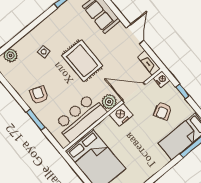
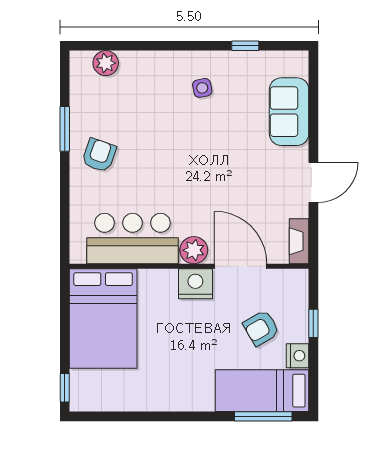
side table: (44, 52) -> (202, 88), moved
rug: (82, 61) -> (204, 158), removed
nightstand: (162, 79) -> (298, 356), moved
window: (36, 120) -> (65, 129), moved

